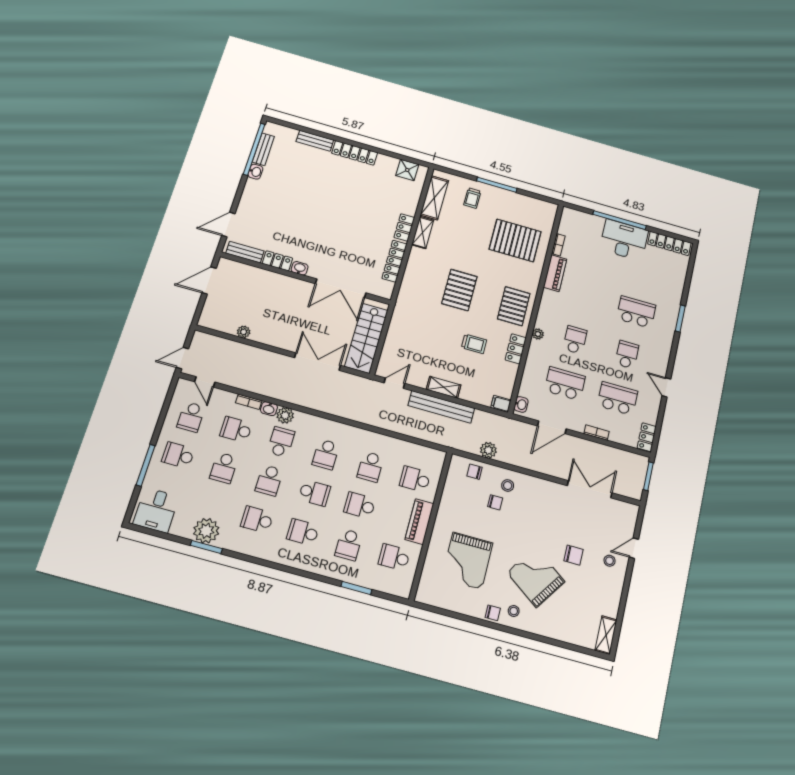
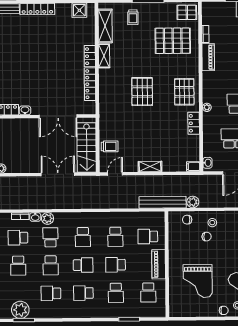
pallet: (542, 212) -> (187, 12), added
trolley: (474, 344) -> (110, 146), moved
bench: (441, 407) -> (163, 202), moved
school desk: (394, 557) -> (148, 292), turned -90

